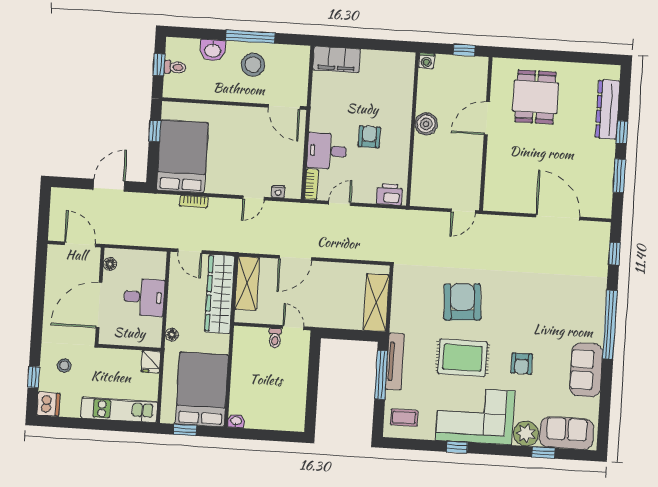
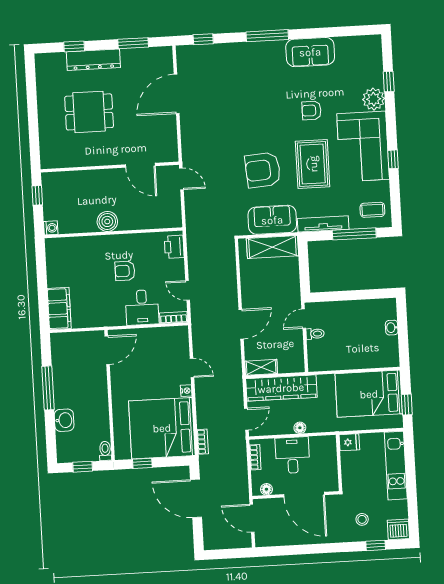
stool: (253, 65) -> (73, 383), removed
toilet: (175, 67) -> (105, 451), moved
dining table: (535, 97) -> (89, 112), moved
dresser: (608, 109) -> (93, 60), moved
door: (487, 118) -> (140, 165), moved
window: (622, 132) -> (74, 46), moved
bed: (182, 156) -> (162, 428), width x1.36
door: (109, 185) -> (196, 498), width x1.36
nightstand: (278, 192) -> (186, 391), moved
bookcase: (194, 202) -> (203, 442), moved
door: (80, 244) -> (252, 518), hinge flipped
bookcase: (147, 256) -> (255, 457), added
door: (295, 258) -> (241, 324), hinge flipped
shelving: (247, 283) -> (261, 367), width x0.67, depth x0.75
window: (610, 325) -> (267, 36), width x0.68
floor lamp: (172, 335) -> (300, 428), moved
armchair: (522, 364) -> (311, 110), turned 180
window: (381, 375) -> (354, 234), moved
coffee table: (404, 418) -> (372, 210), turned 90
washbasin: (236, 421) -> (392, 328), moved
sofa: (567, 433) -> (272, 220), moved, turned 90

